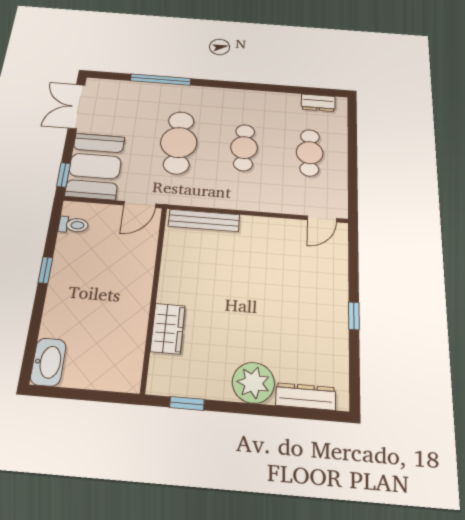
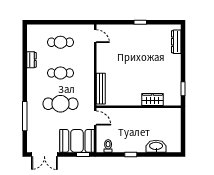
dresser: (318, 103) -> (31, 60), moved
washbasin: (48, 362) -> (156, 146), moved
plant: (253, 383) -> (172, 63), removed

